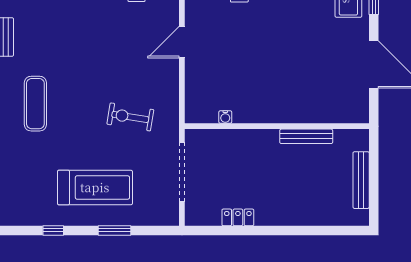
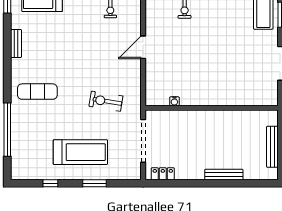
exercise mat: (35, 104) -> (37, 92), turned 90
bench: (306, 136) -> (224, 174), moved
locker: (238, 217) -> (163, 174), moved

